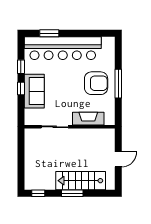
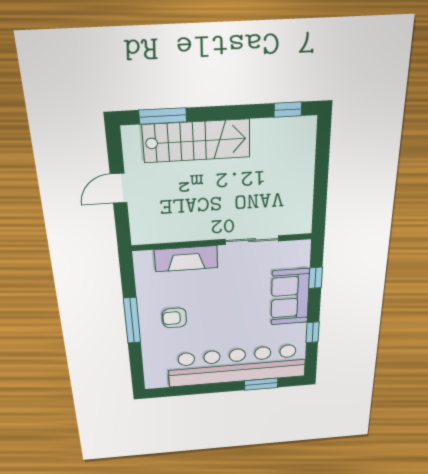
armchair: (96, 83) -> (174, 318), width x0.53, depth x0.53
window: (21, 88) -> (316, 278), moved
window: (72, 193) -> (163, 116), moved

